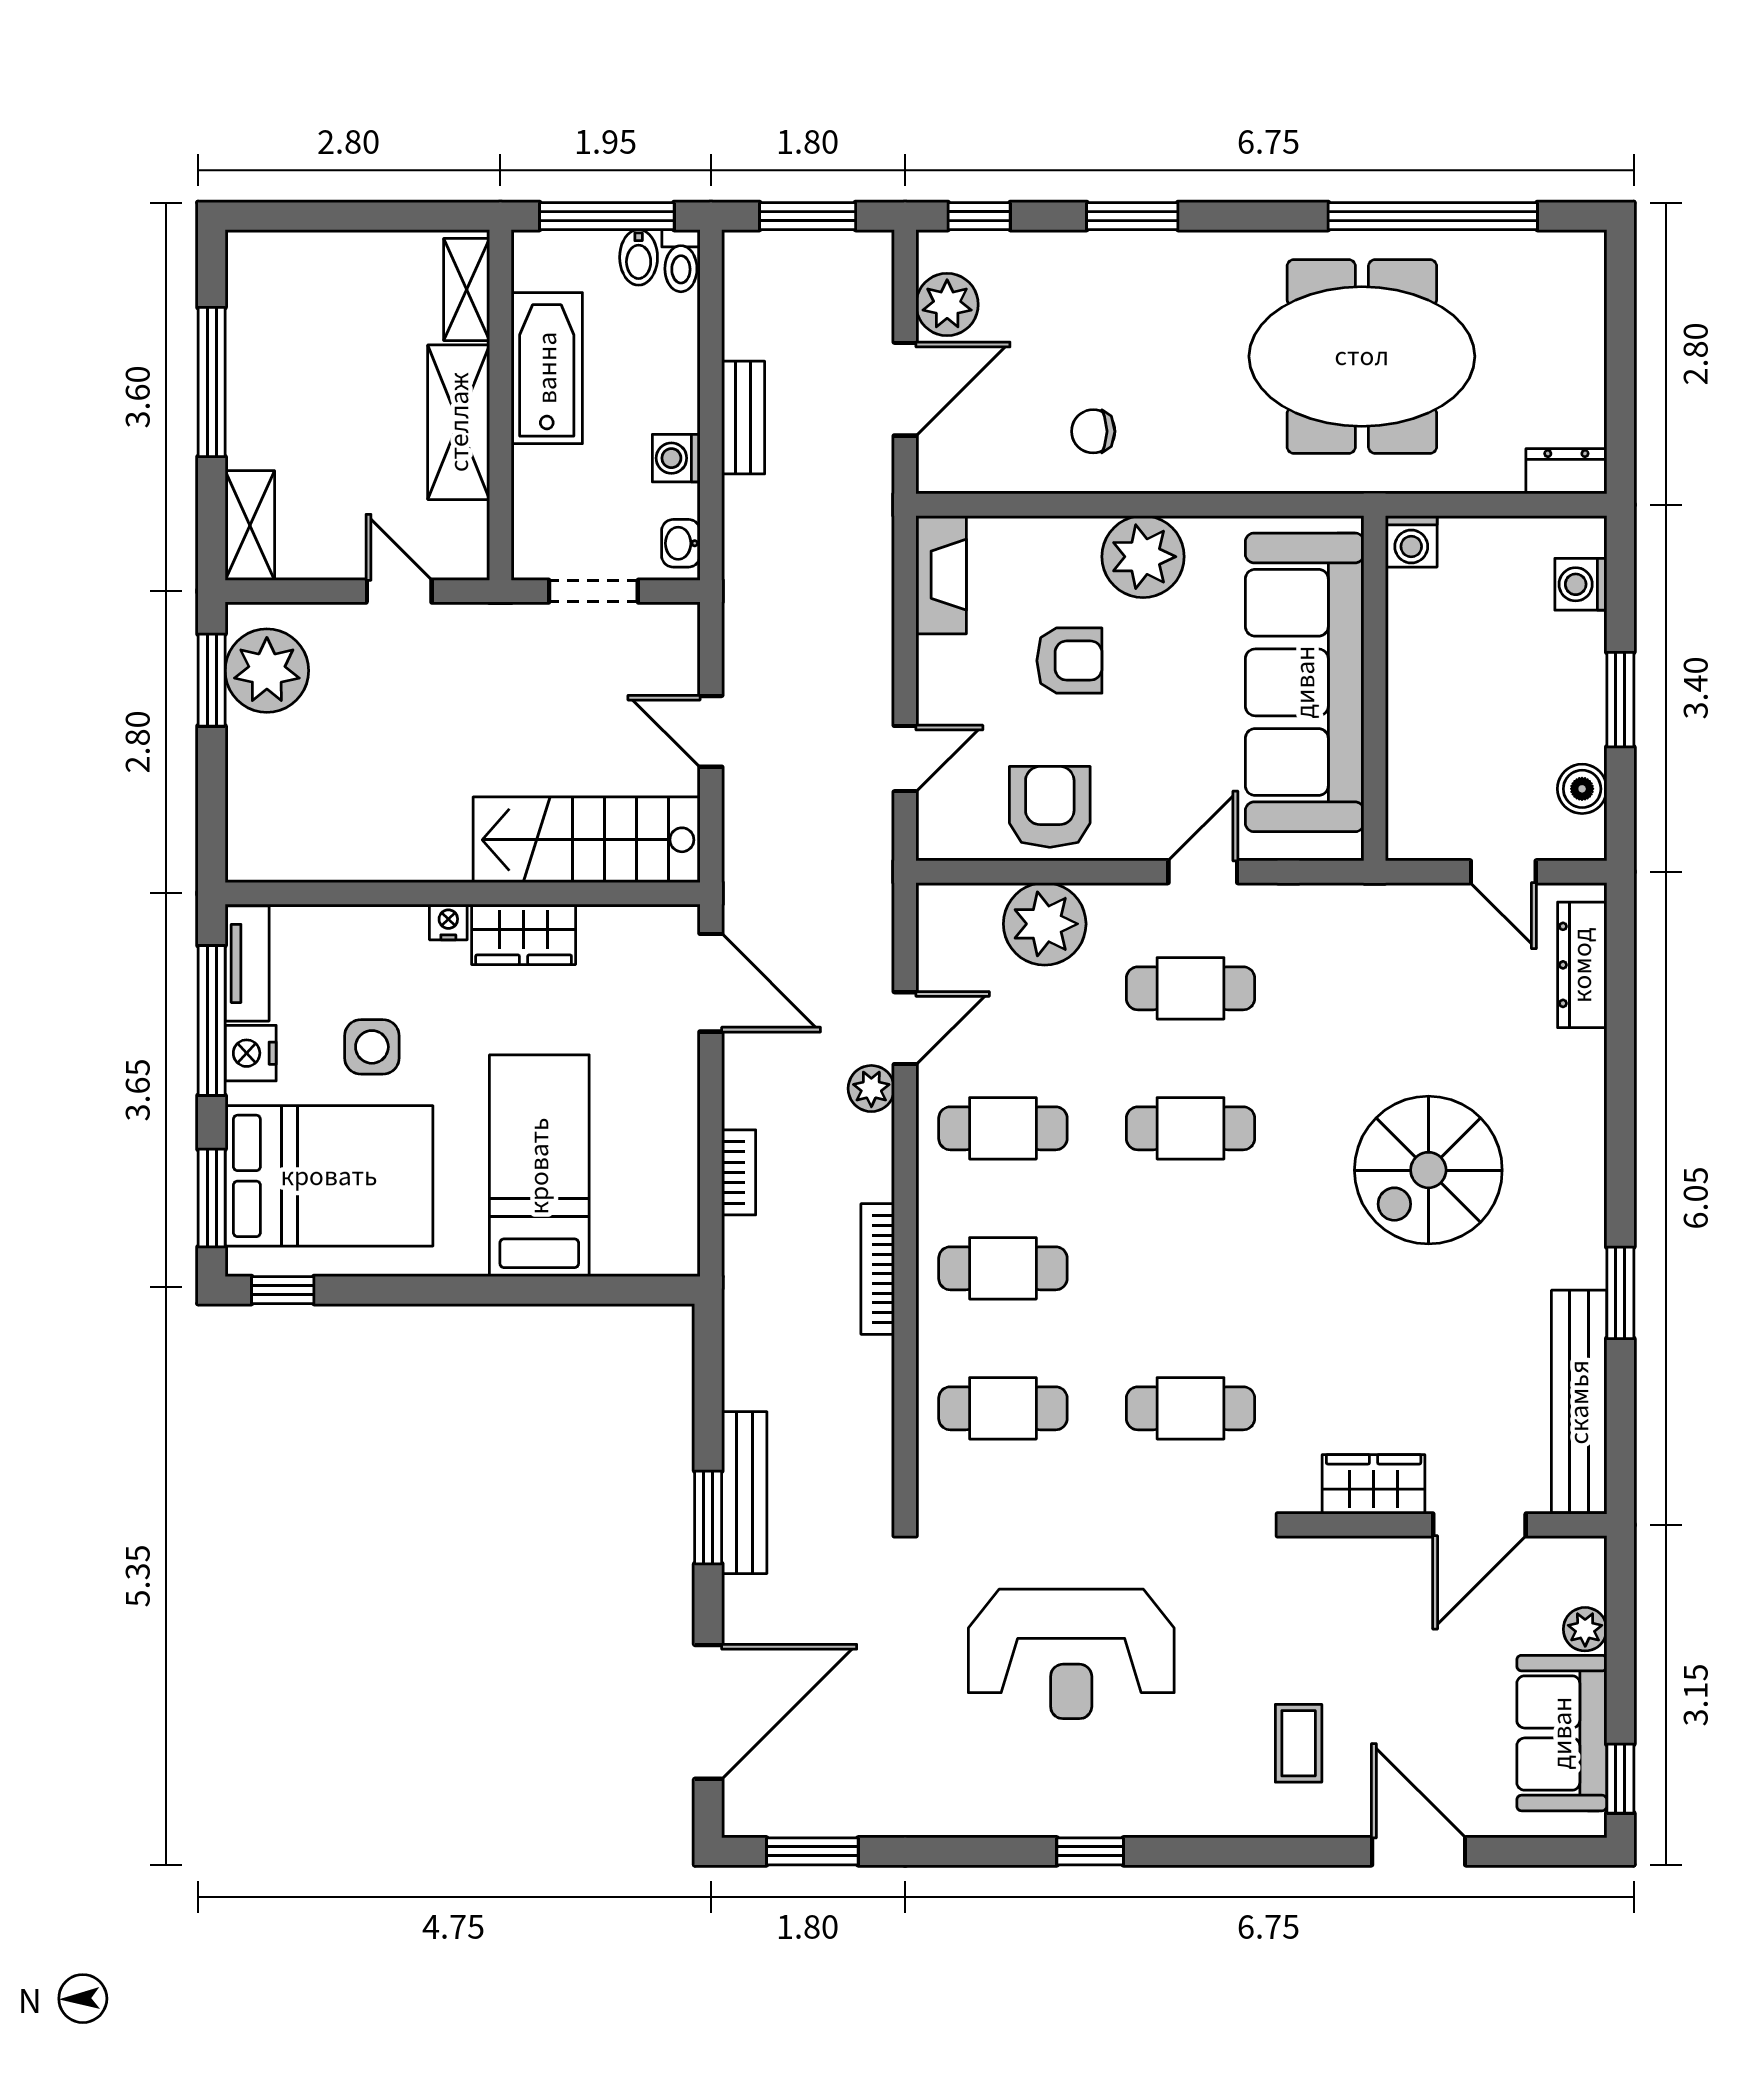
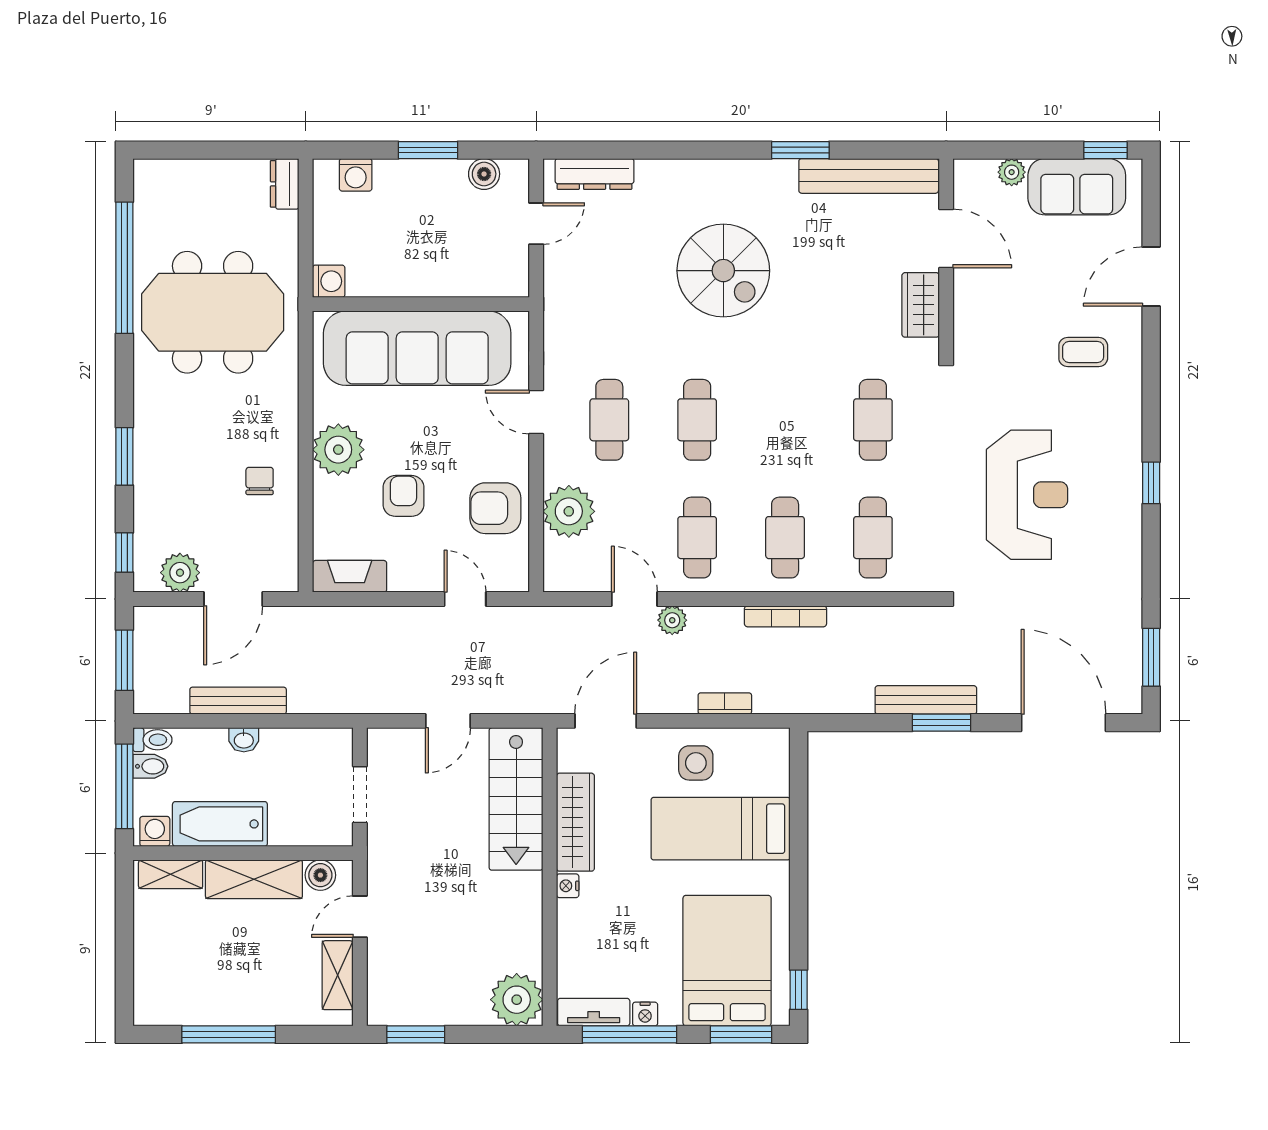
meeting table: (1362, 356) -> (213, 312), turned 90
door: (905, 389) -> (233, 599), swing flipped
bench: (743, 418) -> (238, 701), width x1.36
chair: (1093, 431) -> (260, 481), turned 180
washing machine: (676, 458) -> (155, 831), moved, turned 180
shelving: (250, 525) -> (338, 975), moved, turned 90
boiler: (465, 528) -> (320, 875), added
washbasin: (681, 543) -> (244, 740), moved
plant: (267, 671) -> (517, 1000), moved
wardrobe: (524, 934) -> (575, 822), width x1.50
side table: (372, 1047) -> (696, 763), moved
nightstand: (251, 1053) -> (645, 1014), width x0.72, depth x0.74

